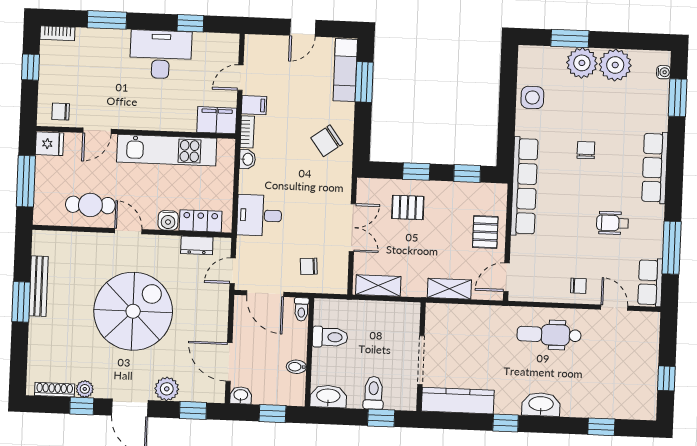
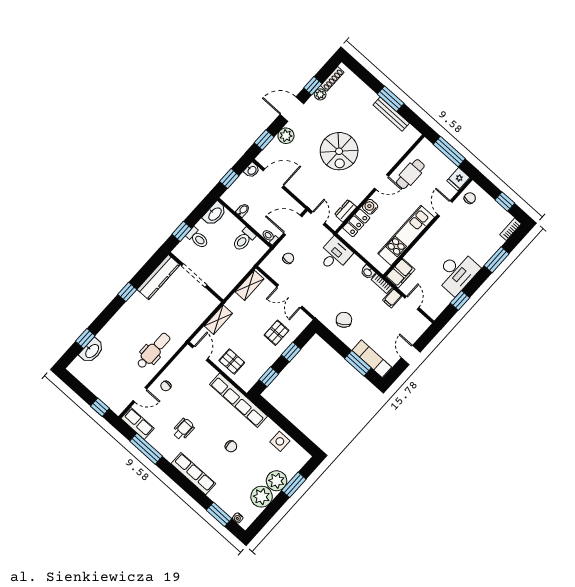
spiral stairs: (133, 311) -> (339, 151), width x0.73, depth x0.73
window: (666, 378) -> (100, 407), moved
washbasin: (541, 404) -> (92, 351), moved

